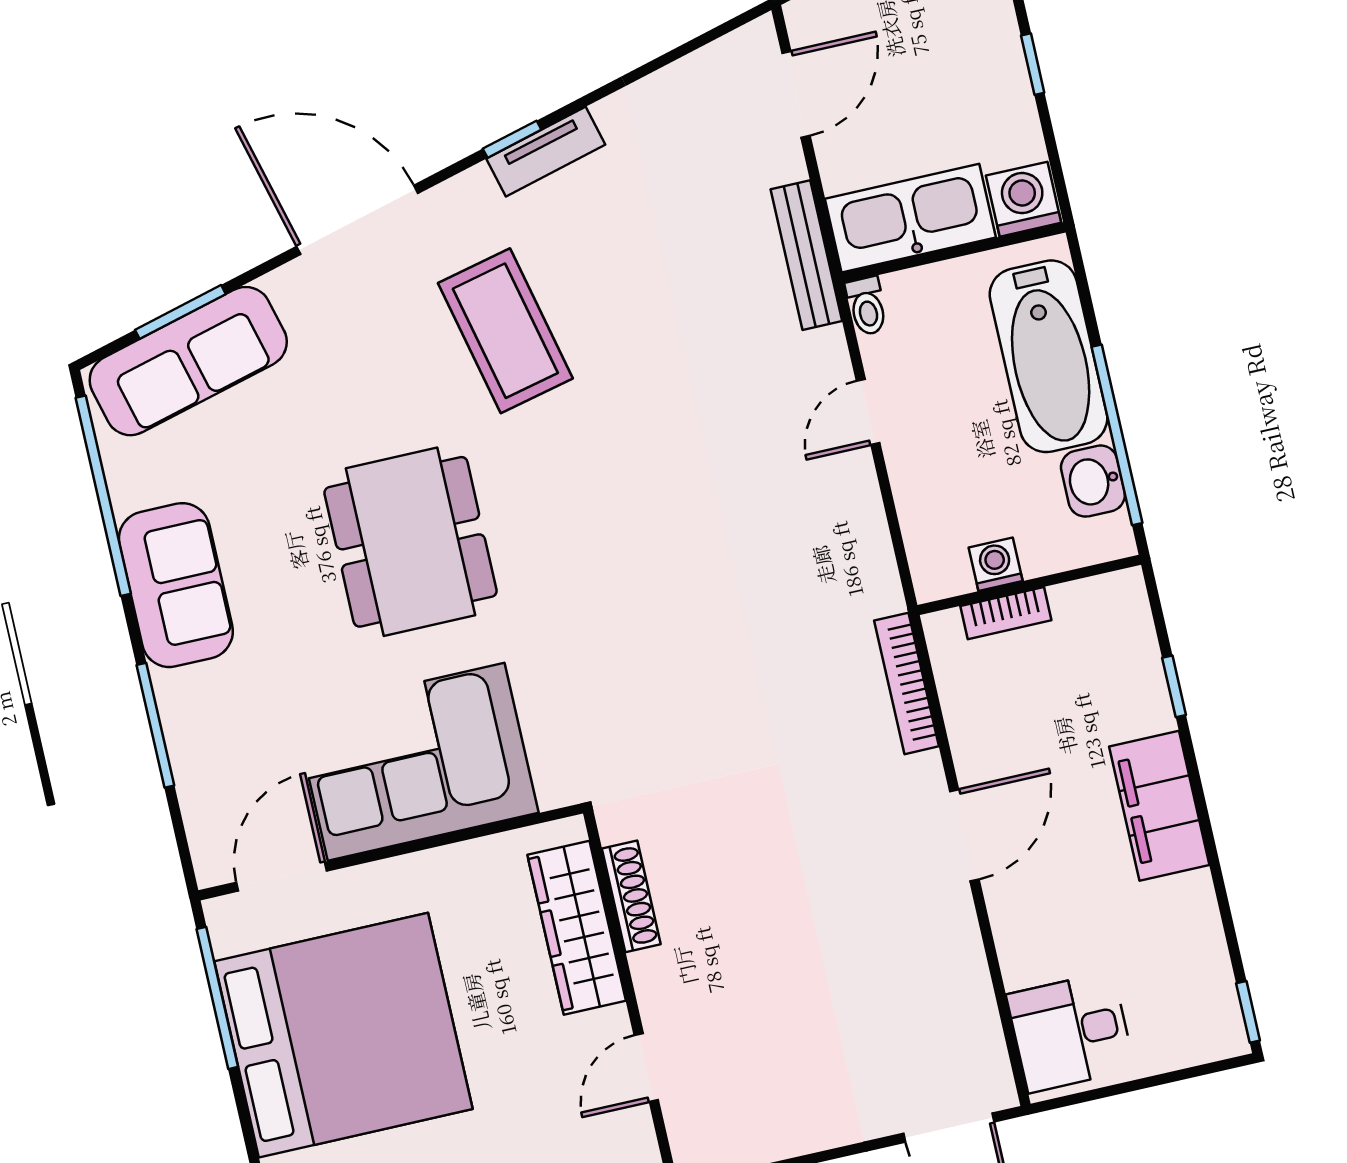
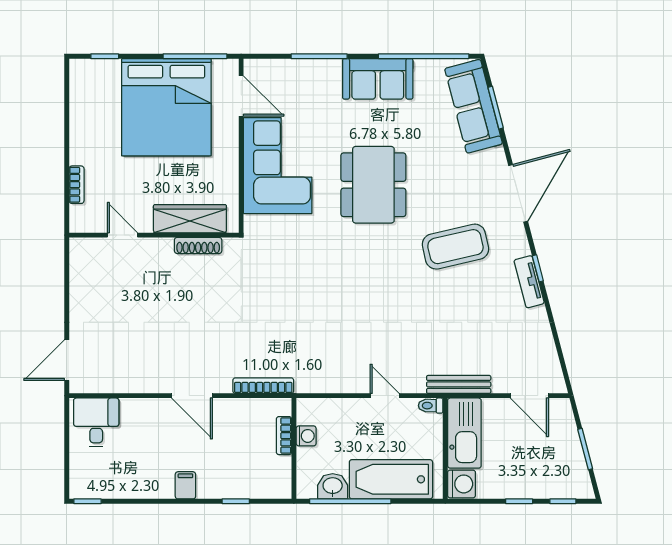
dining table: (411, 542) -> (373, 185), turned 90
filing cabinet: (1159, 806) -> (185, 485), width x0.33, depth x0.86

